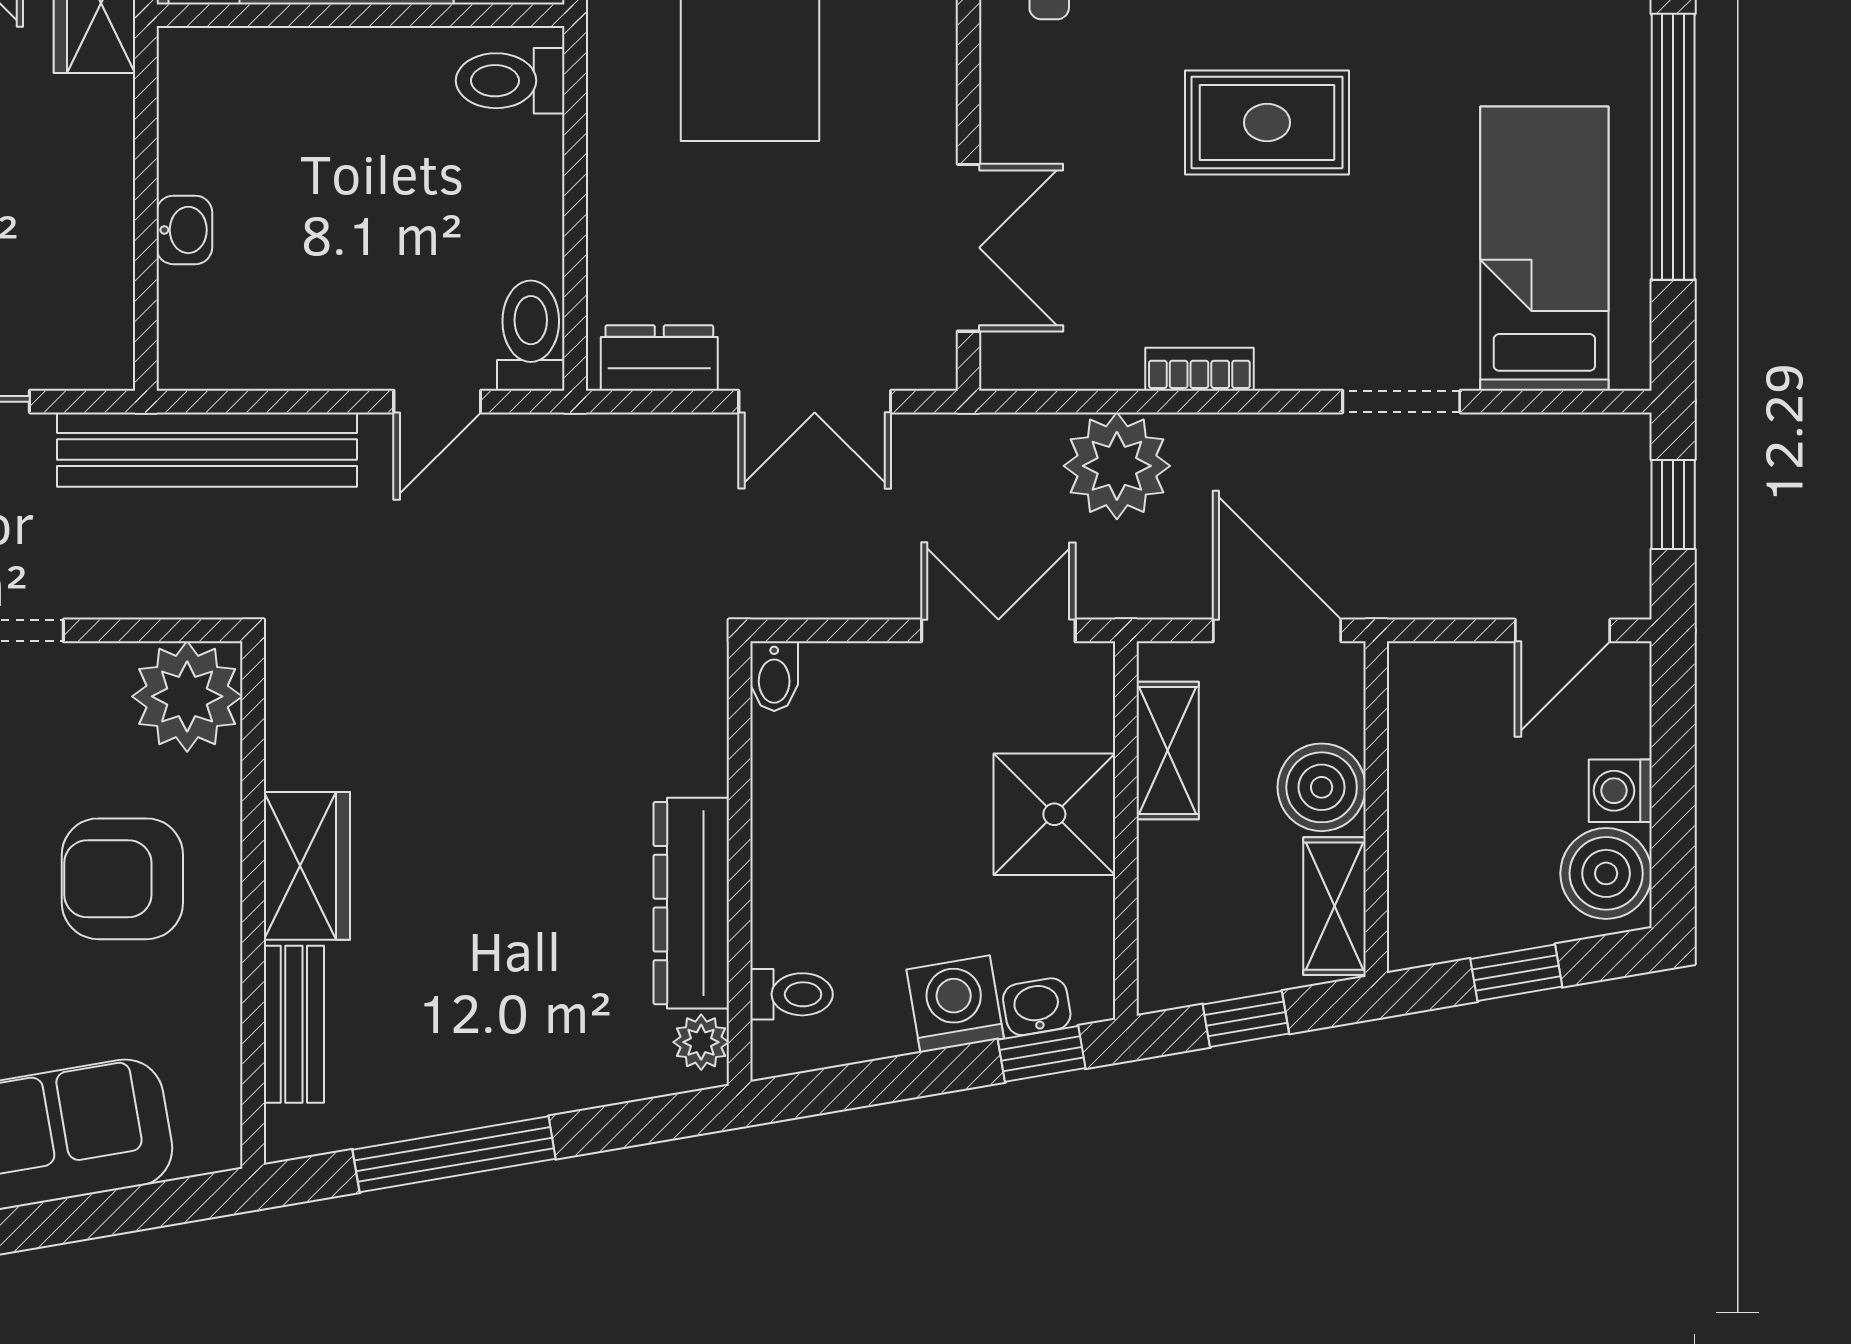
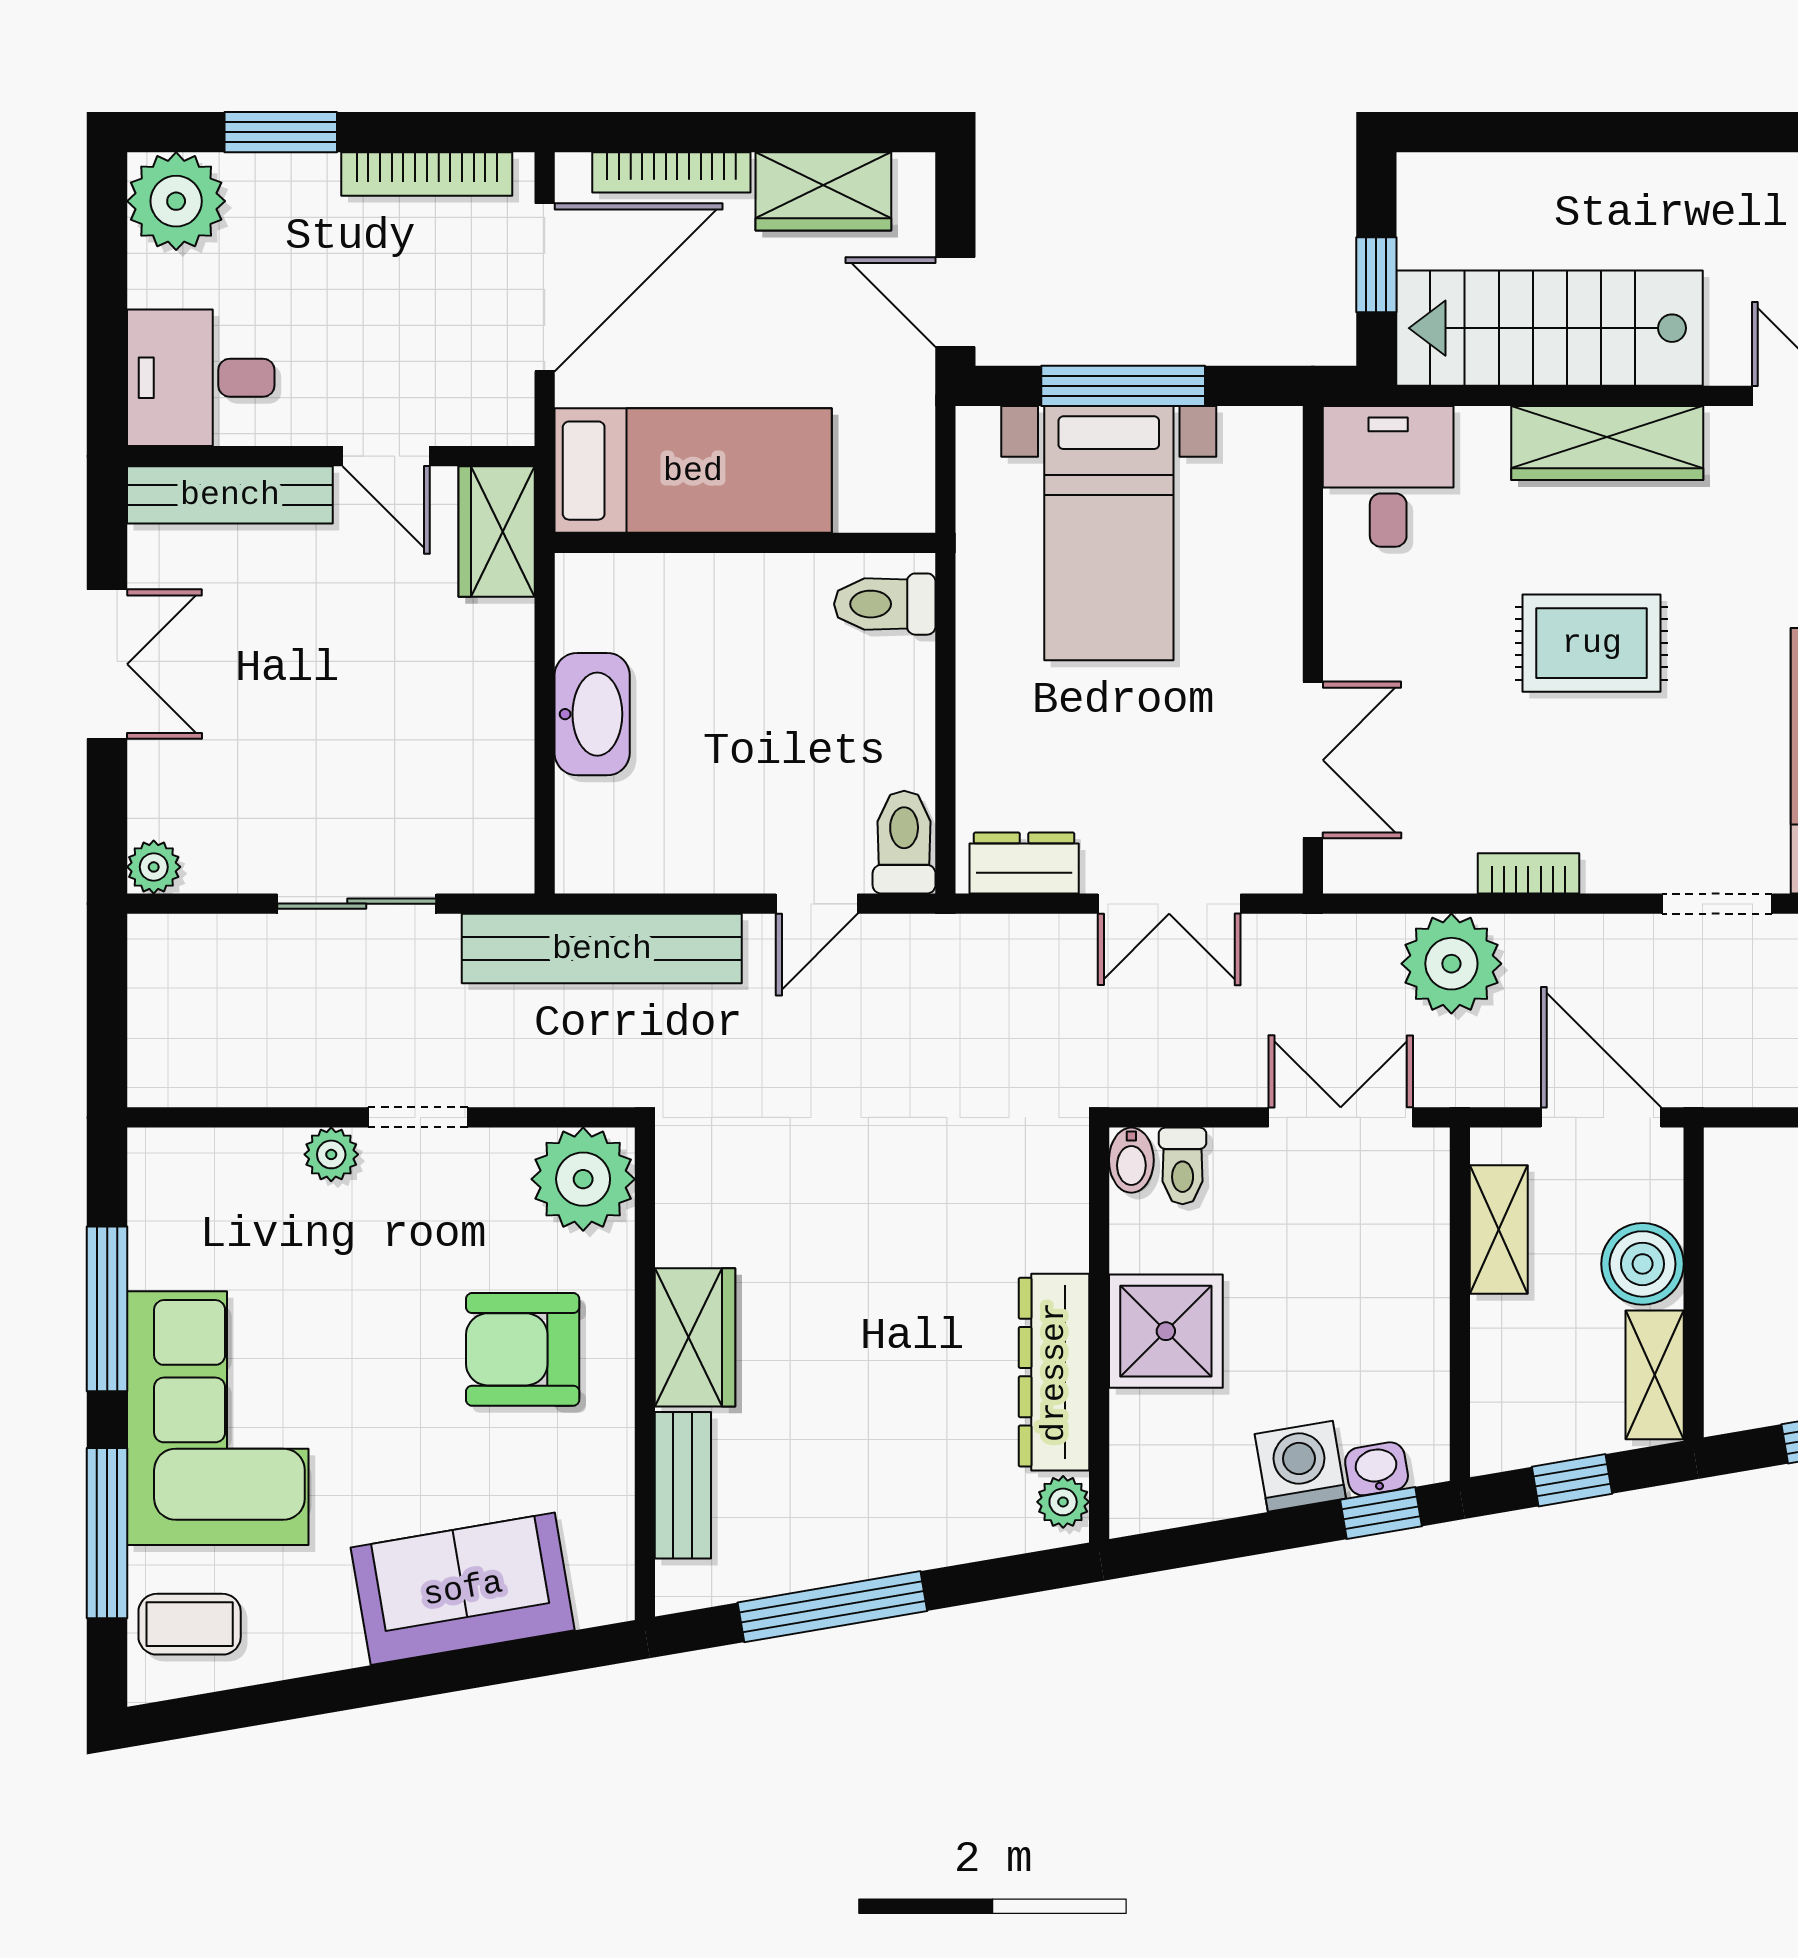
washbasin: (184, 230) -> (592, 714), width x1.91, depth x1.45
shower: (1054, 814) -> (1166, 1331), moved
toilet: (791, 994) -> (1183, 1166), moved, turned 90

